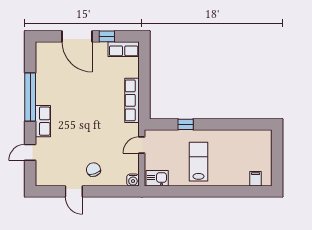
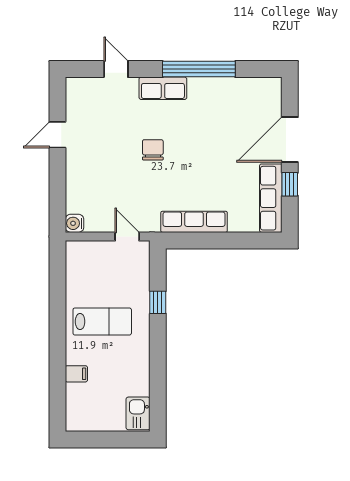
row of seats: (124, 49) -> (271, 198), width x1.48
chair: (93, 170) -> (153, 150), moved, turned -71
kitchen sink: (157, 178) -> (138, 413), moved, turned 180
filing cabinet: (256, 179) -> (76, 374), moved

